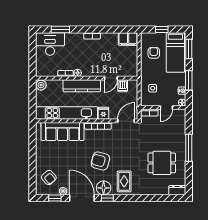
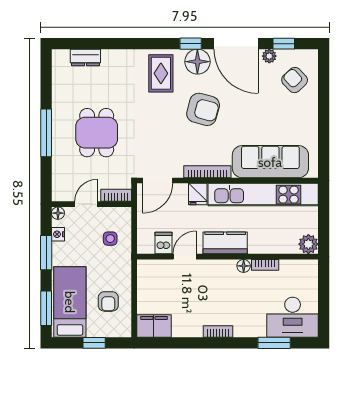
kitchen counter: (82, 86) -> (225, 243), width x0.67
dining table: (162, 163) -> (97, 133), moved, turned 90
dresser: (177, 190) -> (85, 57), moved

